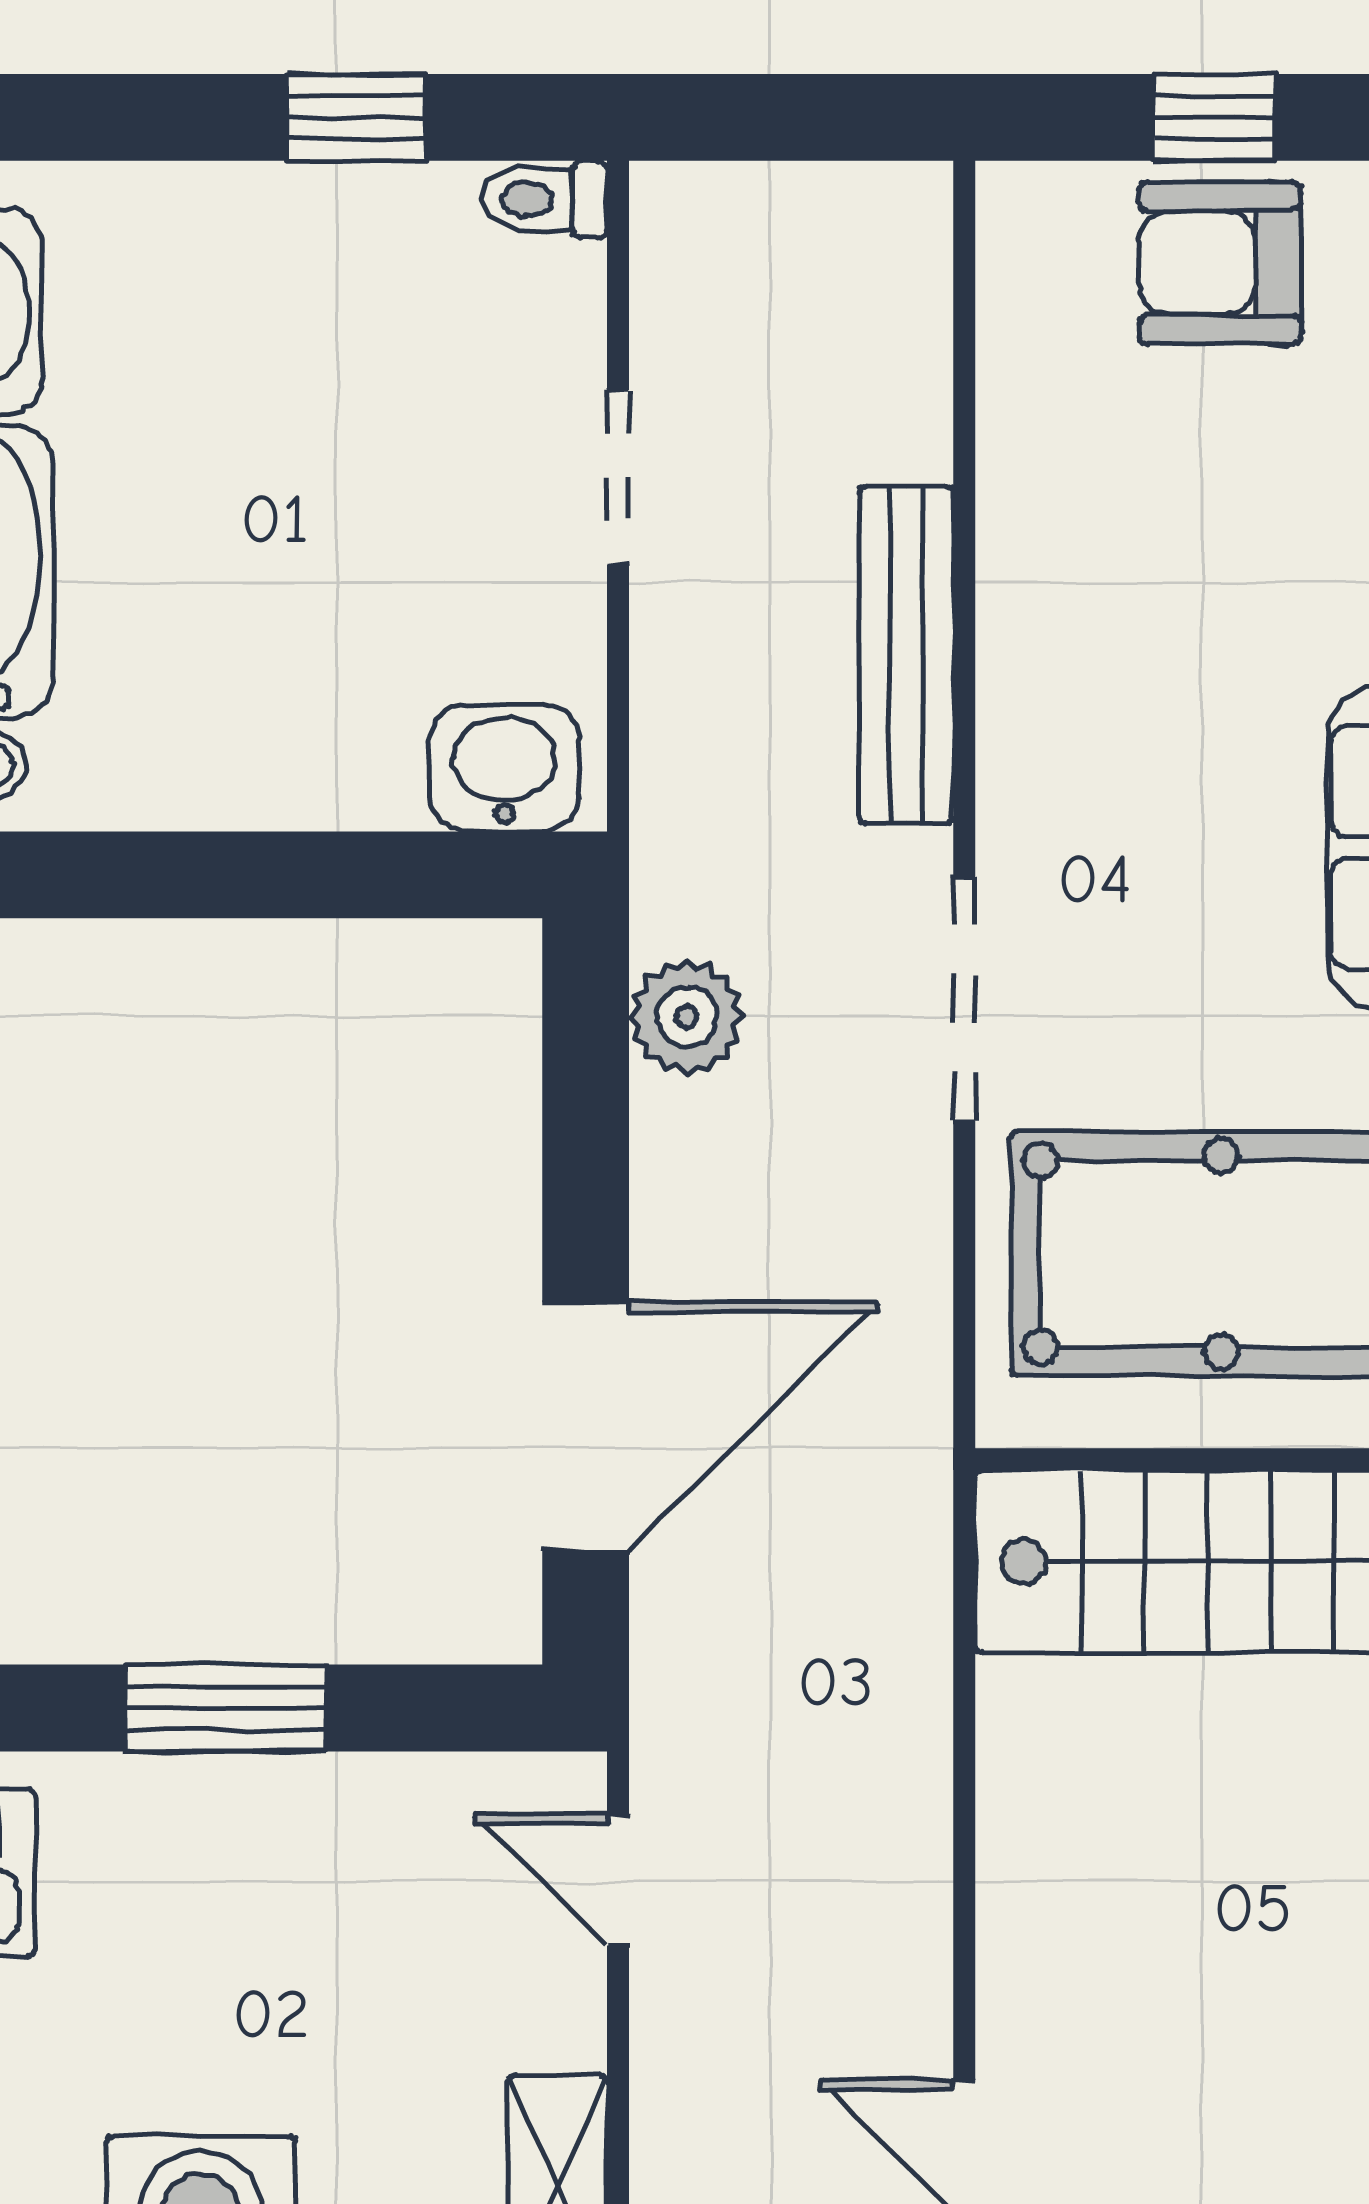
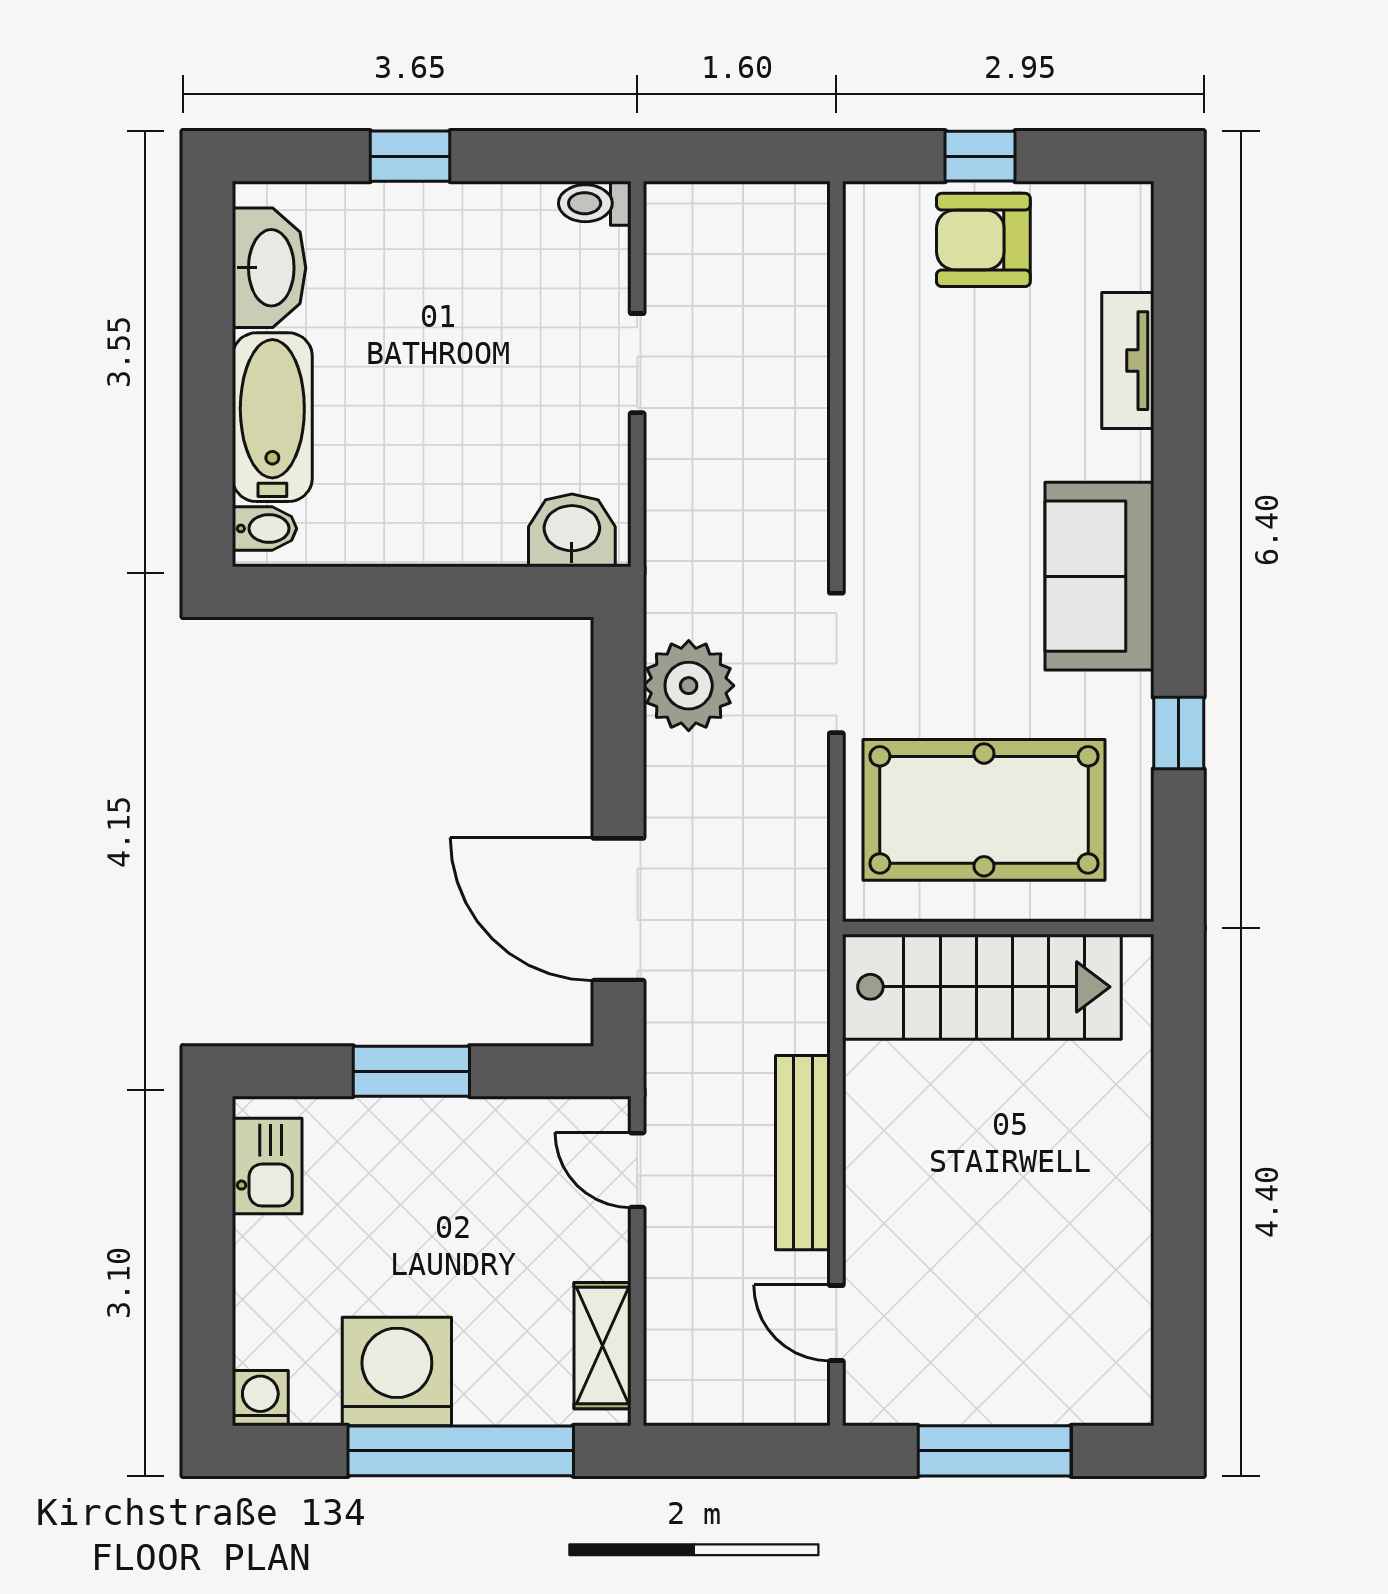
window: (356, 117) -> (410, 156), moved
bench: (906, 655) -> (803, 1153), moved
plant: (687, 1017) -> (689, 686), width x1.36, depth x1.36
door: (586, 1427) -> (618, 909), swing flipped

